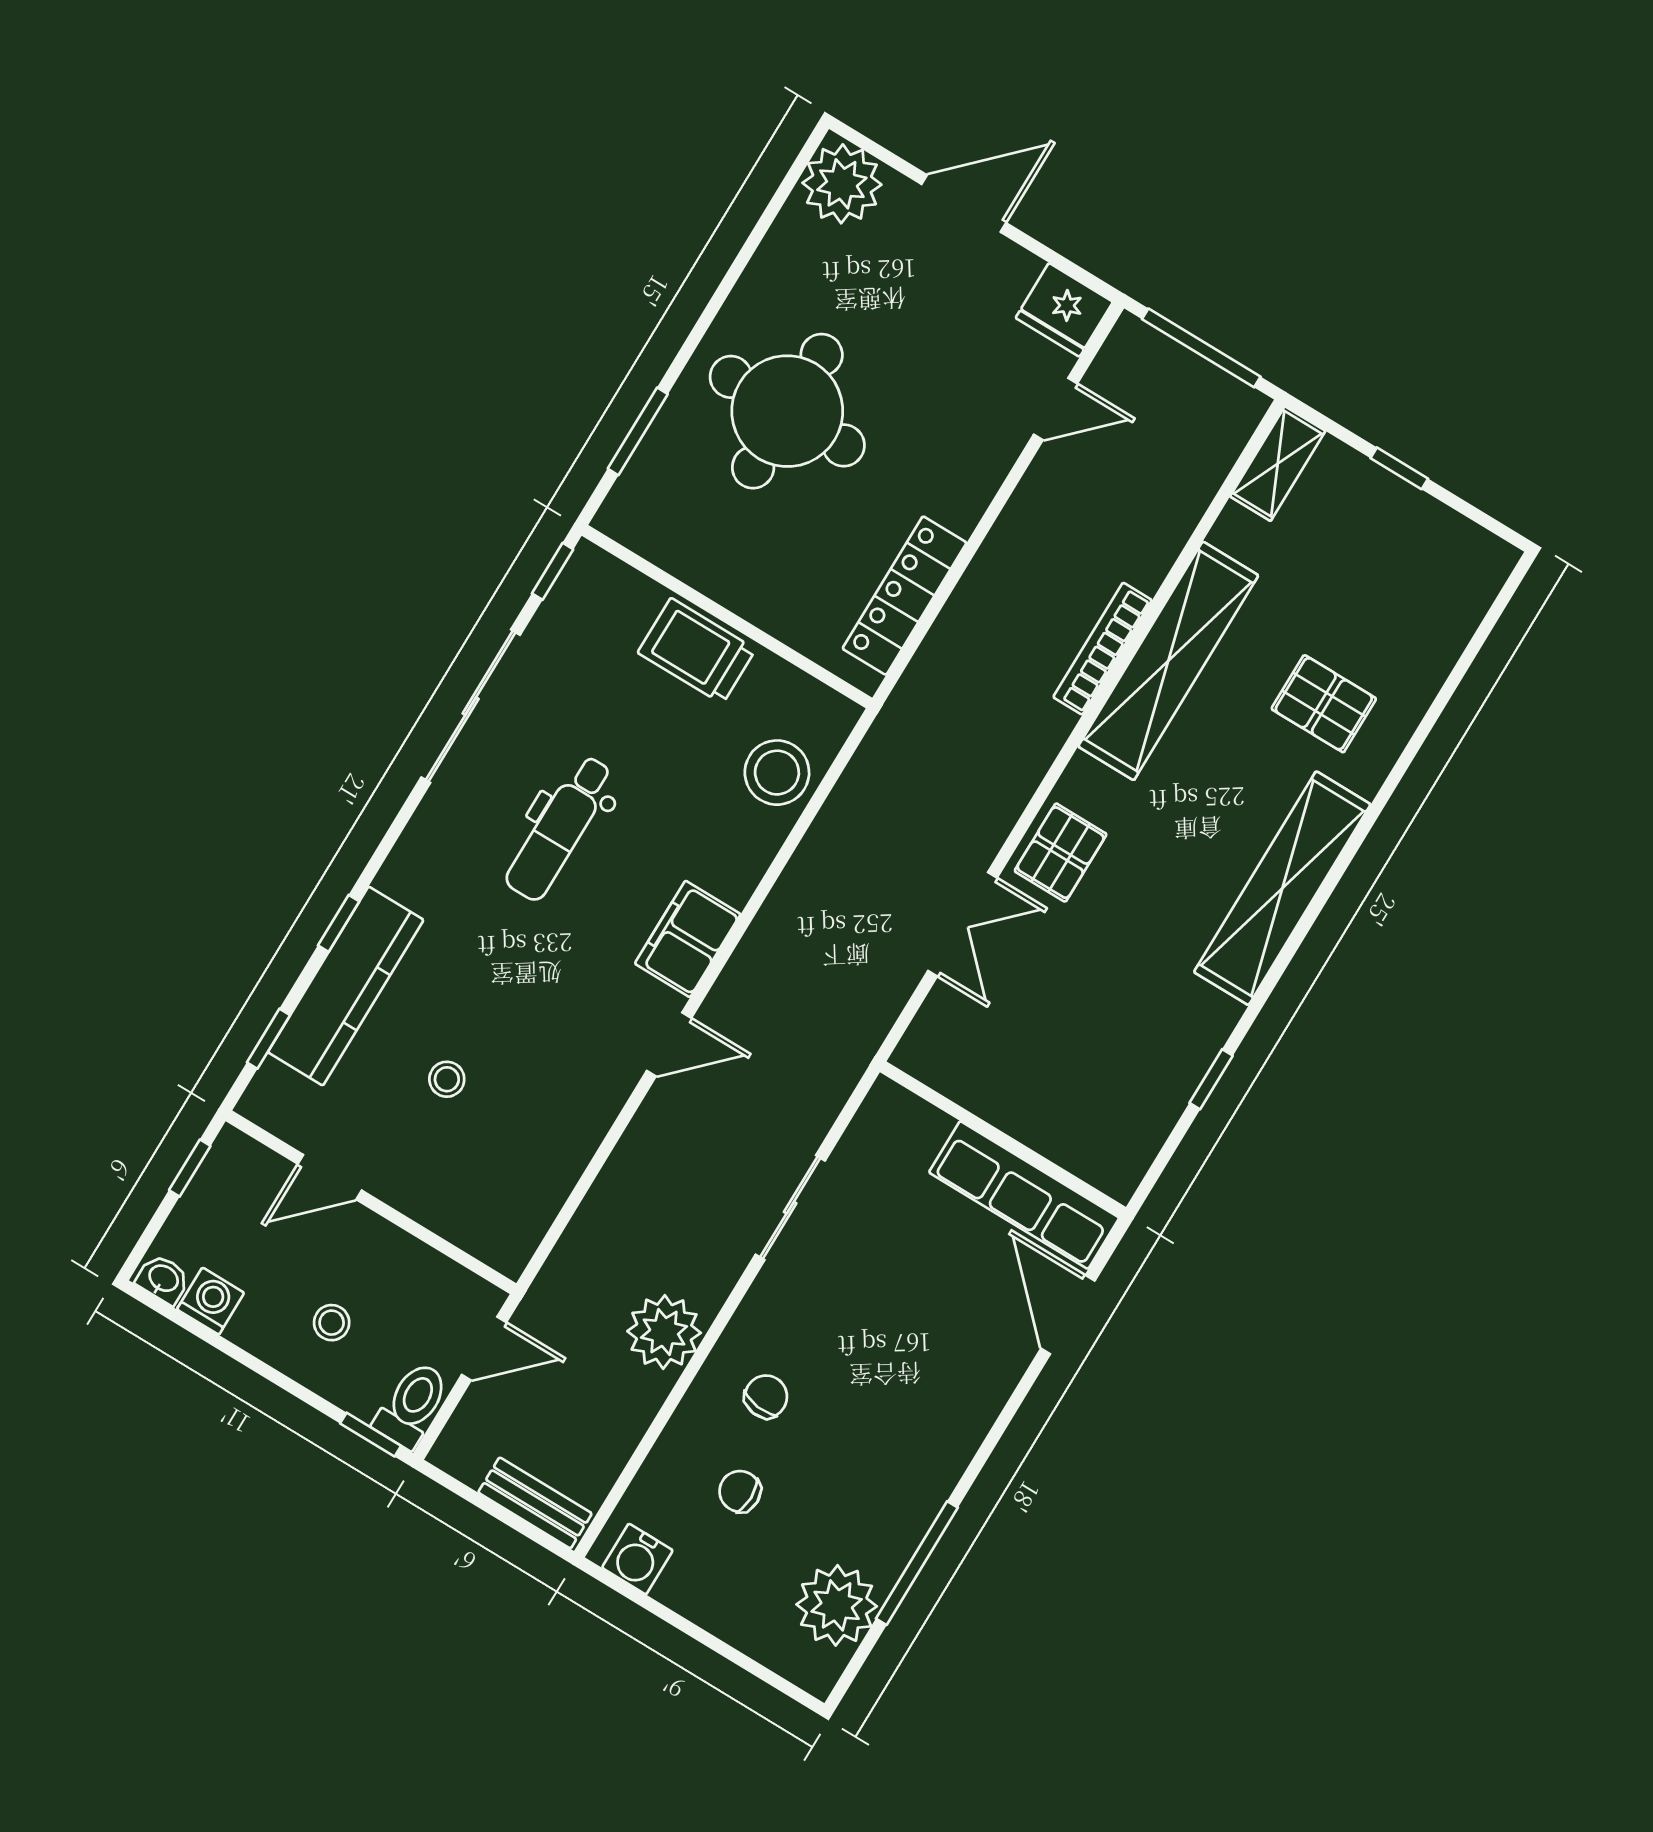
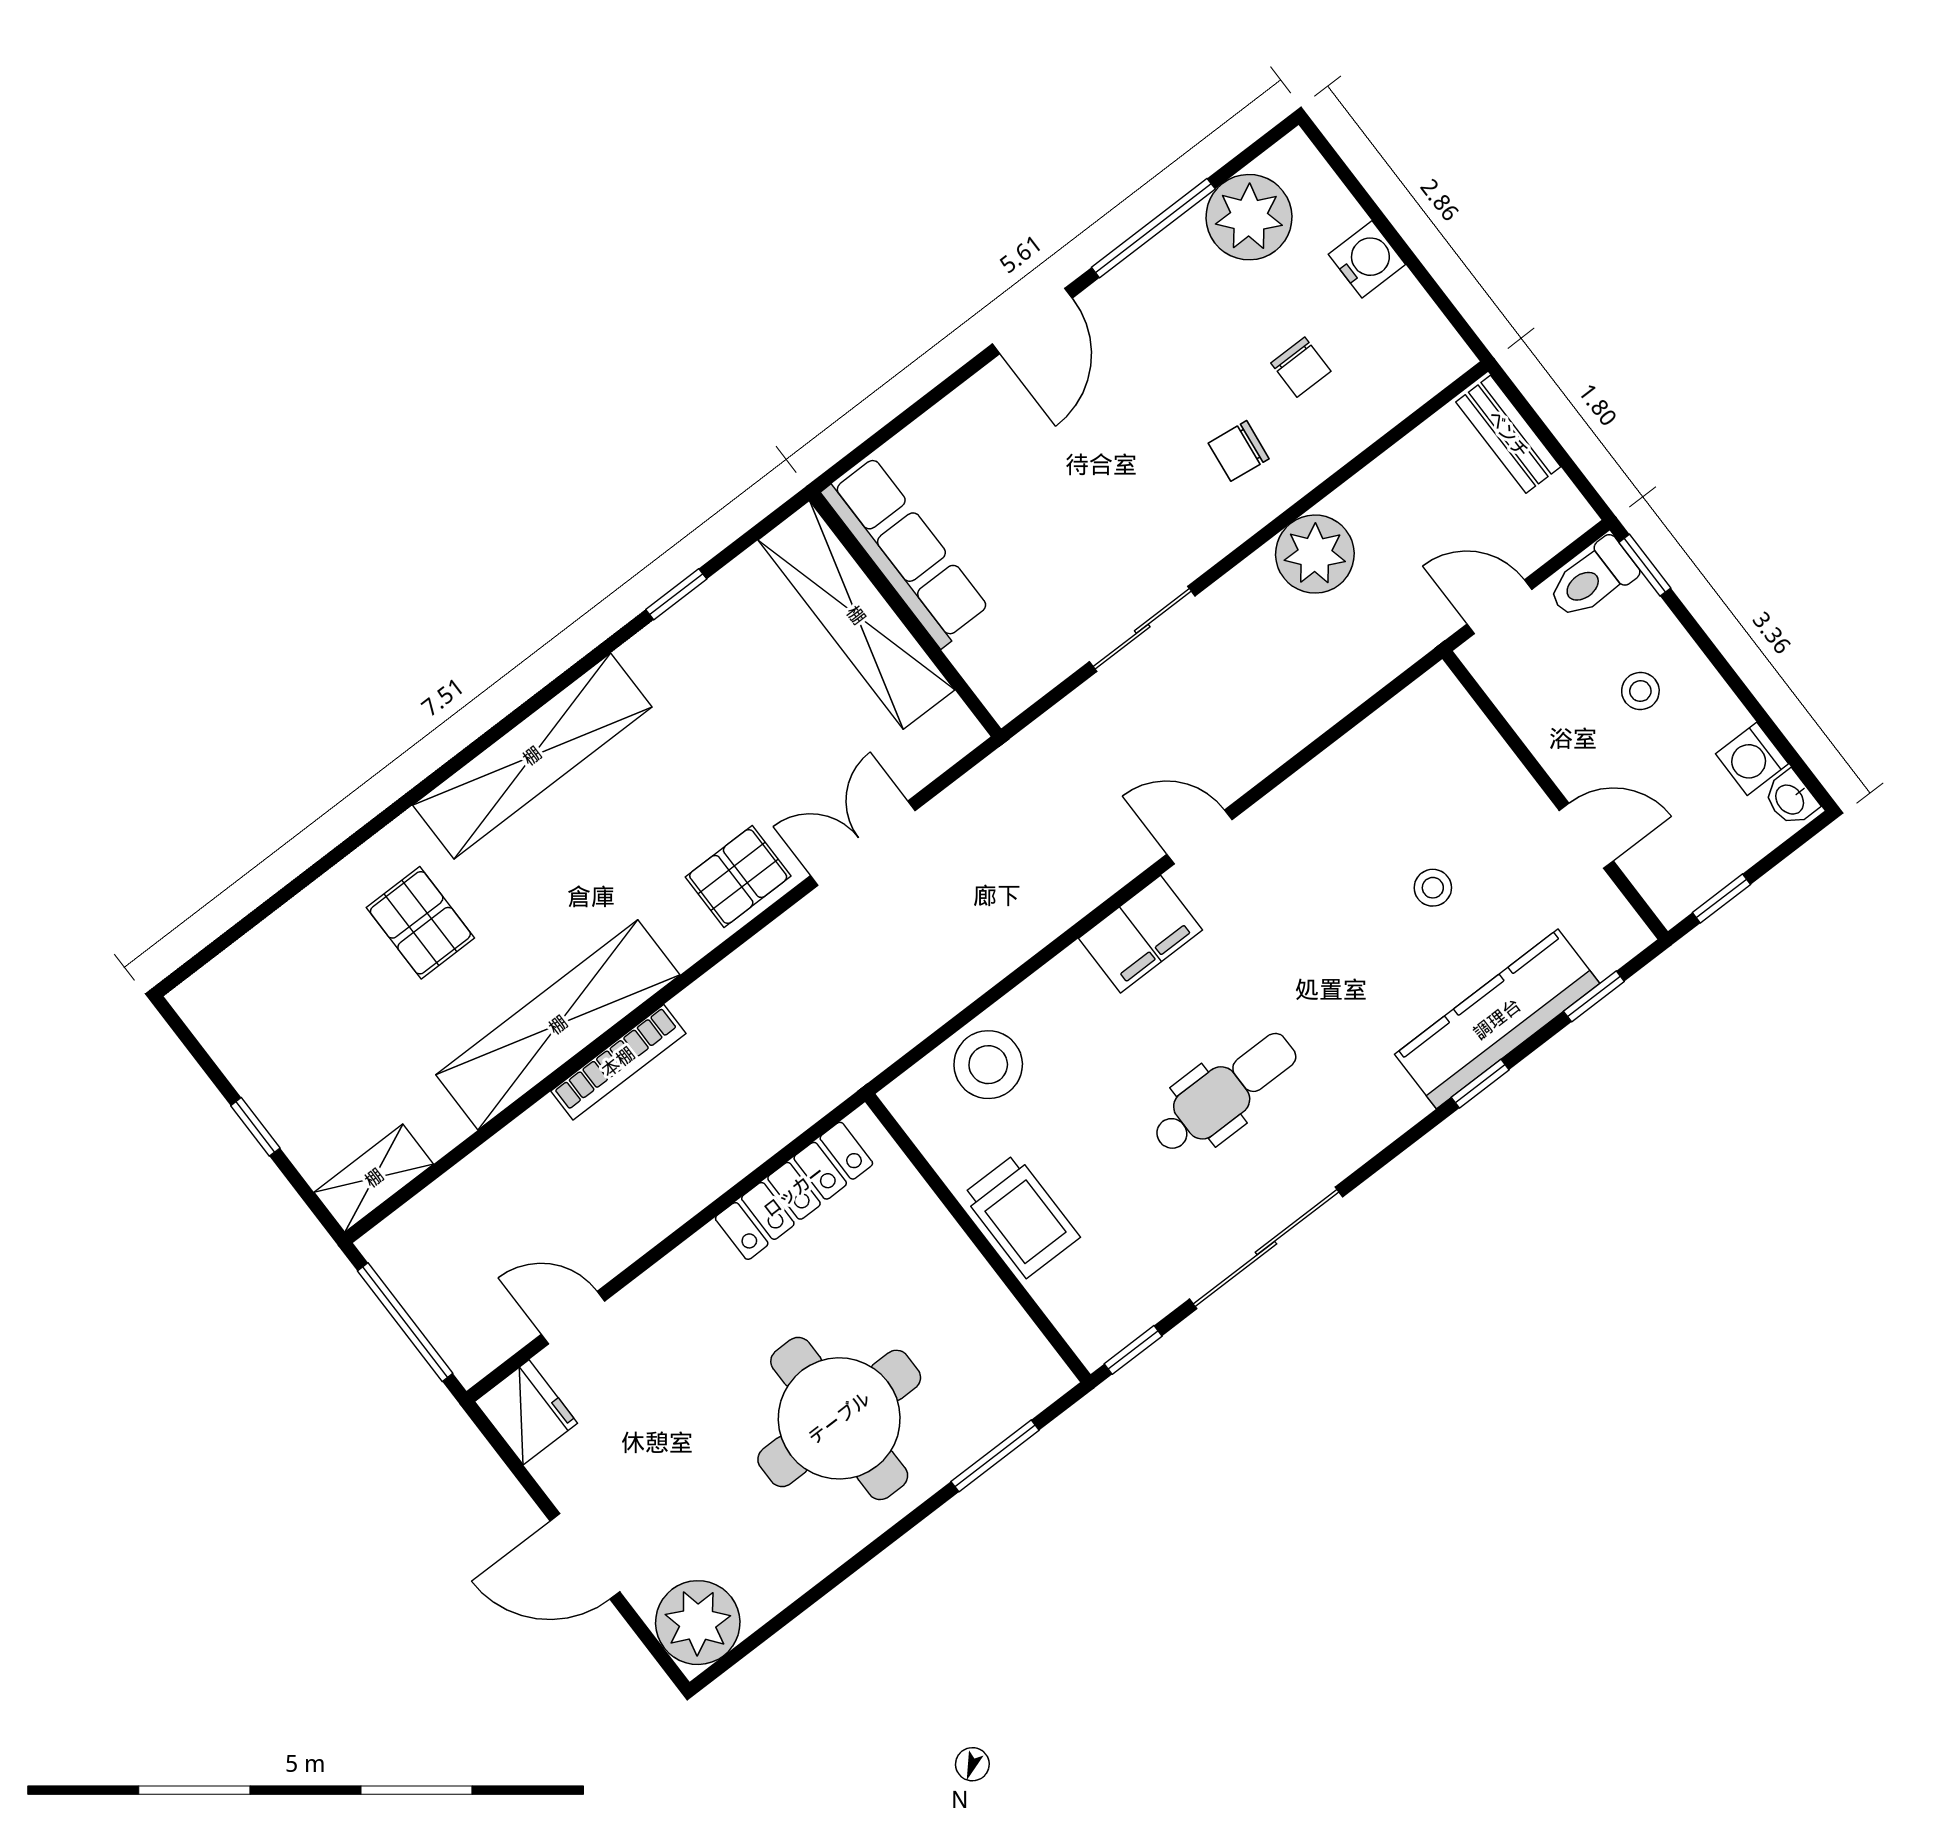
shelving: (1046, 1122) -> (856, 615), added
door: (1068, 1315) -> (1032, 321), moved
water cooler: (637, 1559) -> (1367, 259), moved

